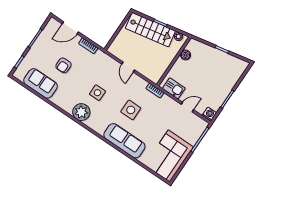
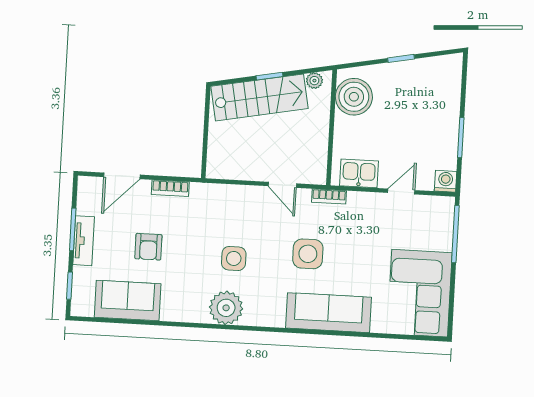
tv unit: (37, 46) -> (84, 241), added
boiler: (185, 55) -> (354, 97), width x1.86, depth x1.86
door: (128, 67) -> (282, 185), moved

